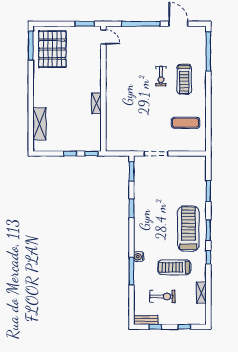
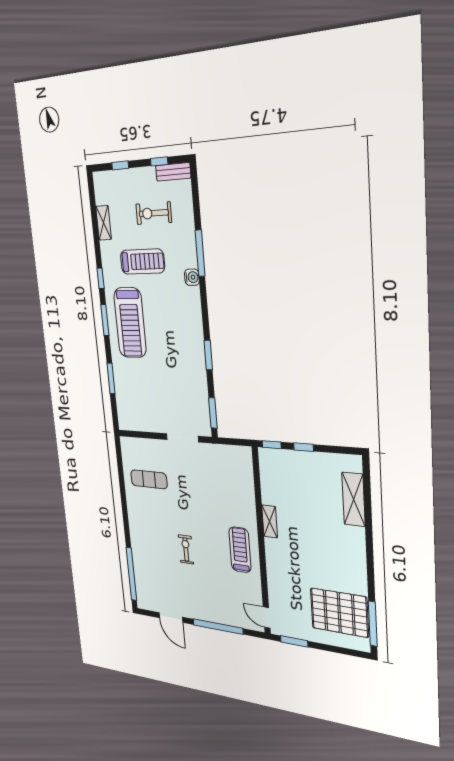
pallet: (52, 49) -> (339, 613), turned 90
treadmill: (184, 79) -> (240, 550), moved

